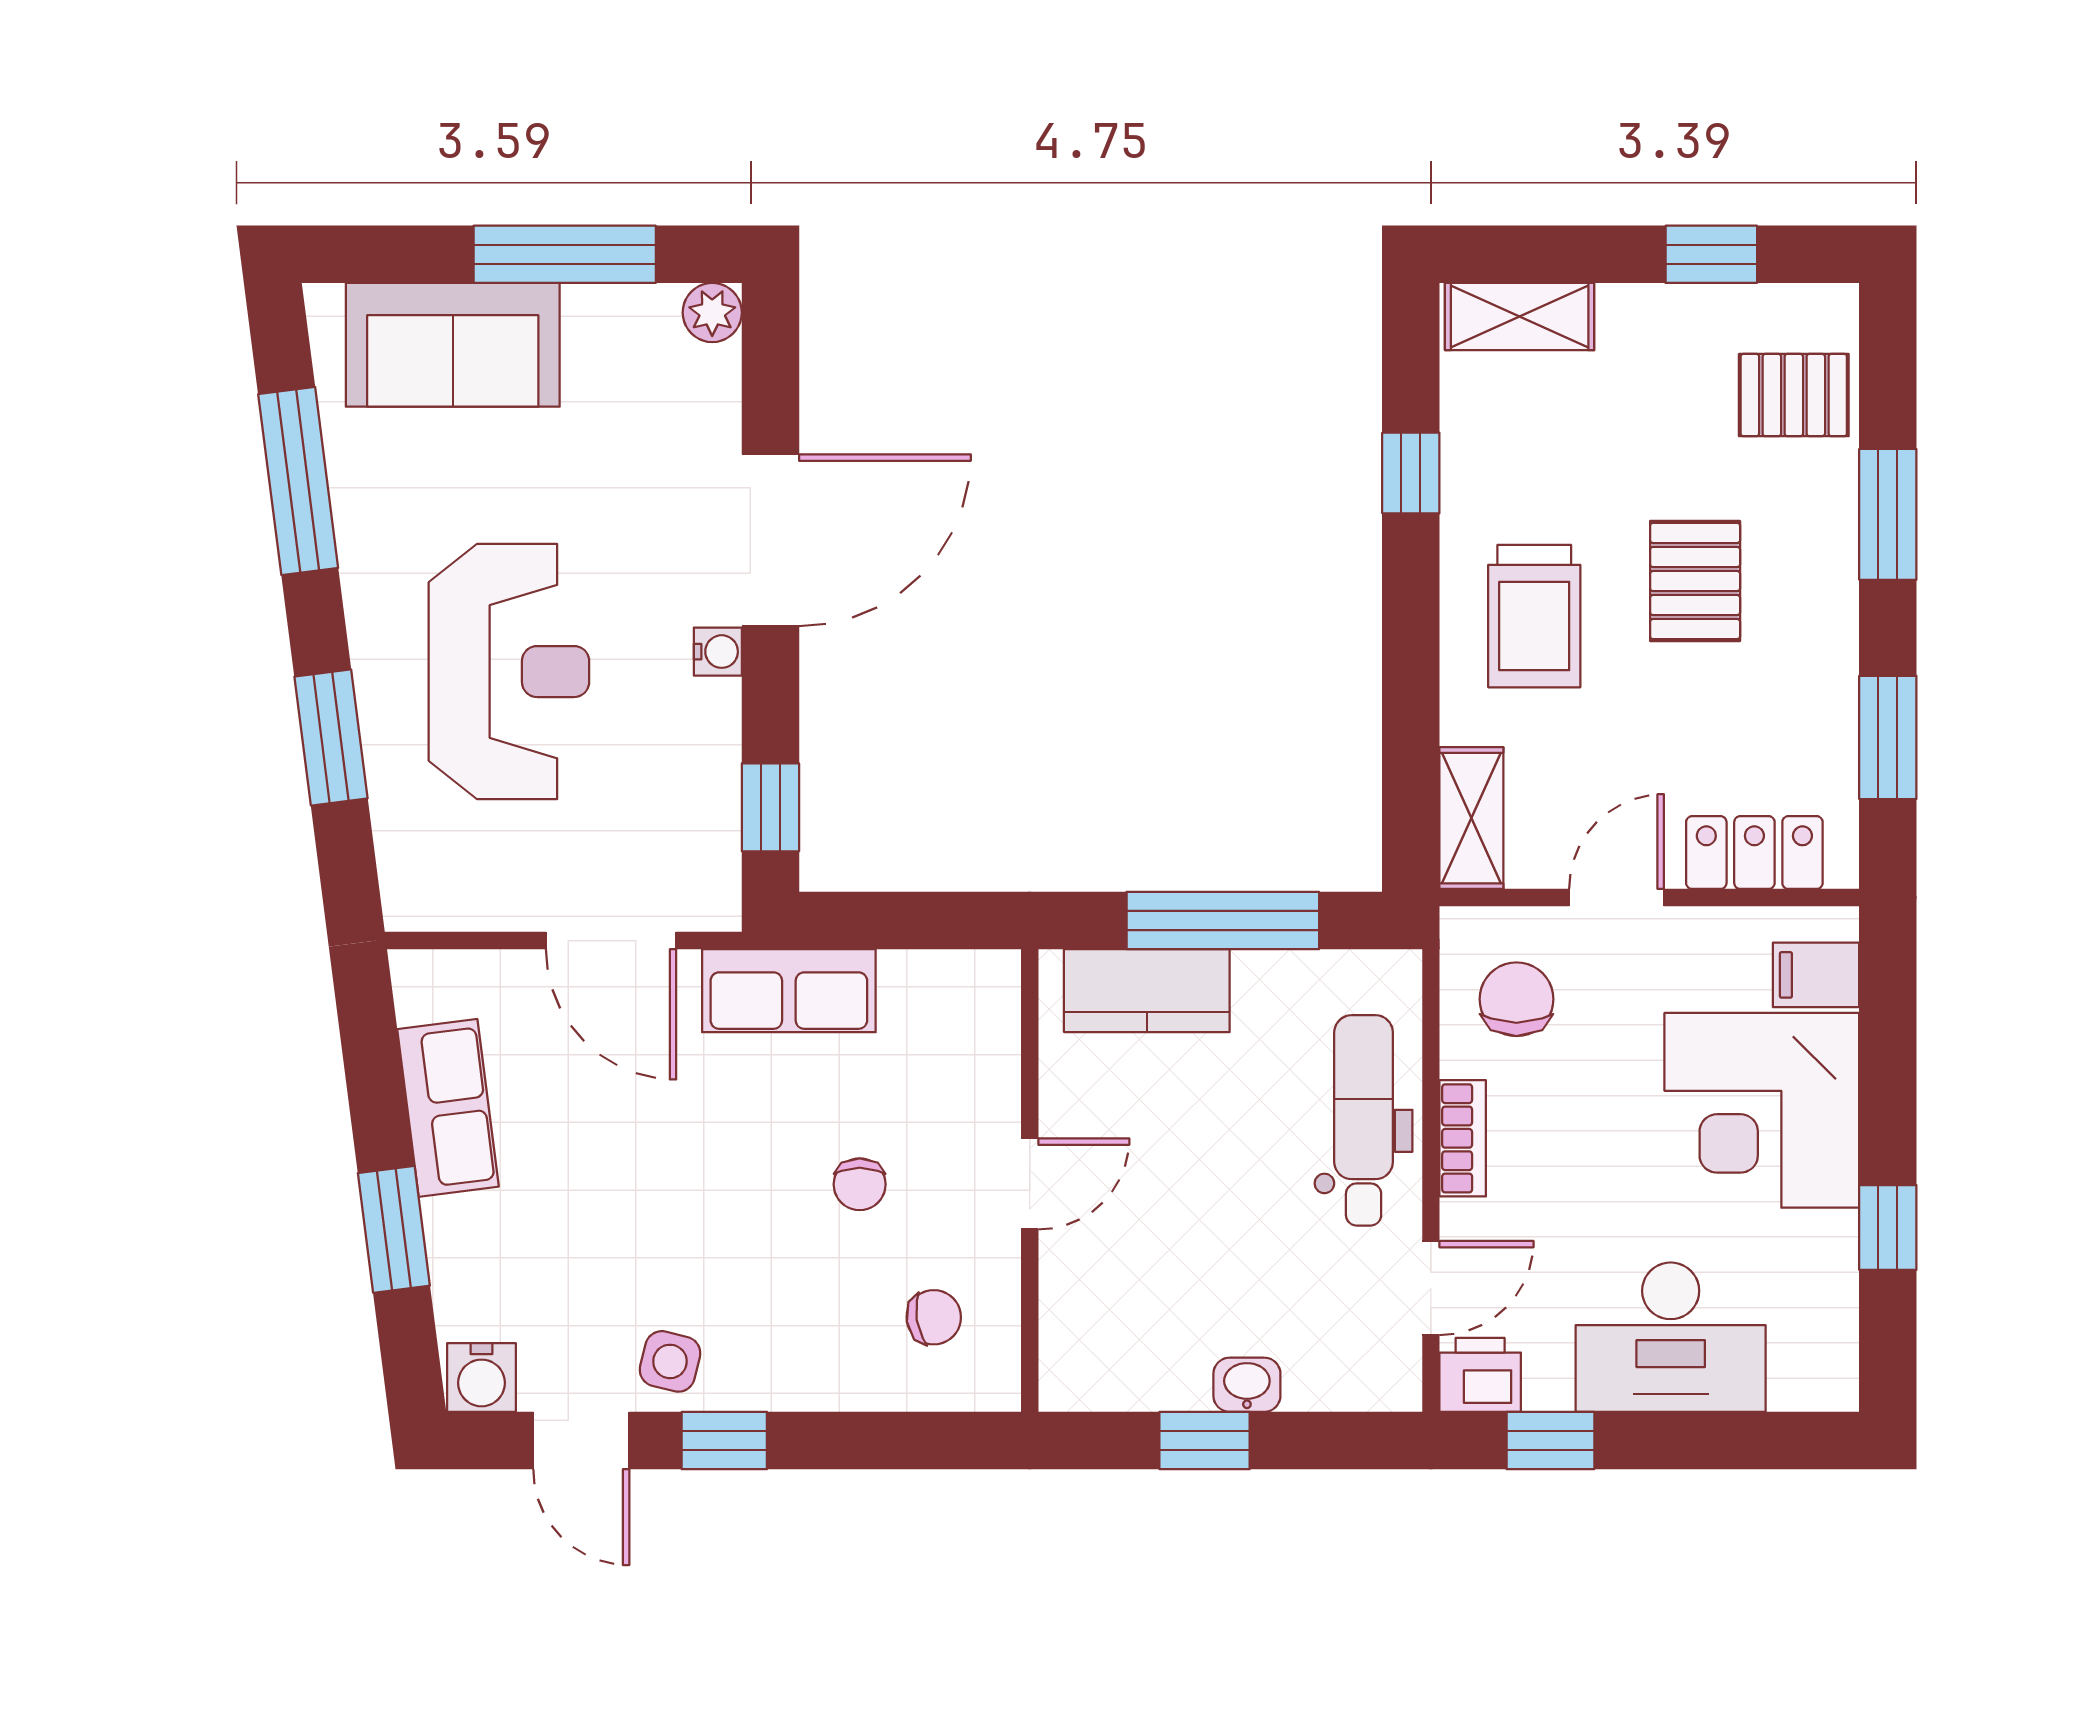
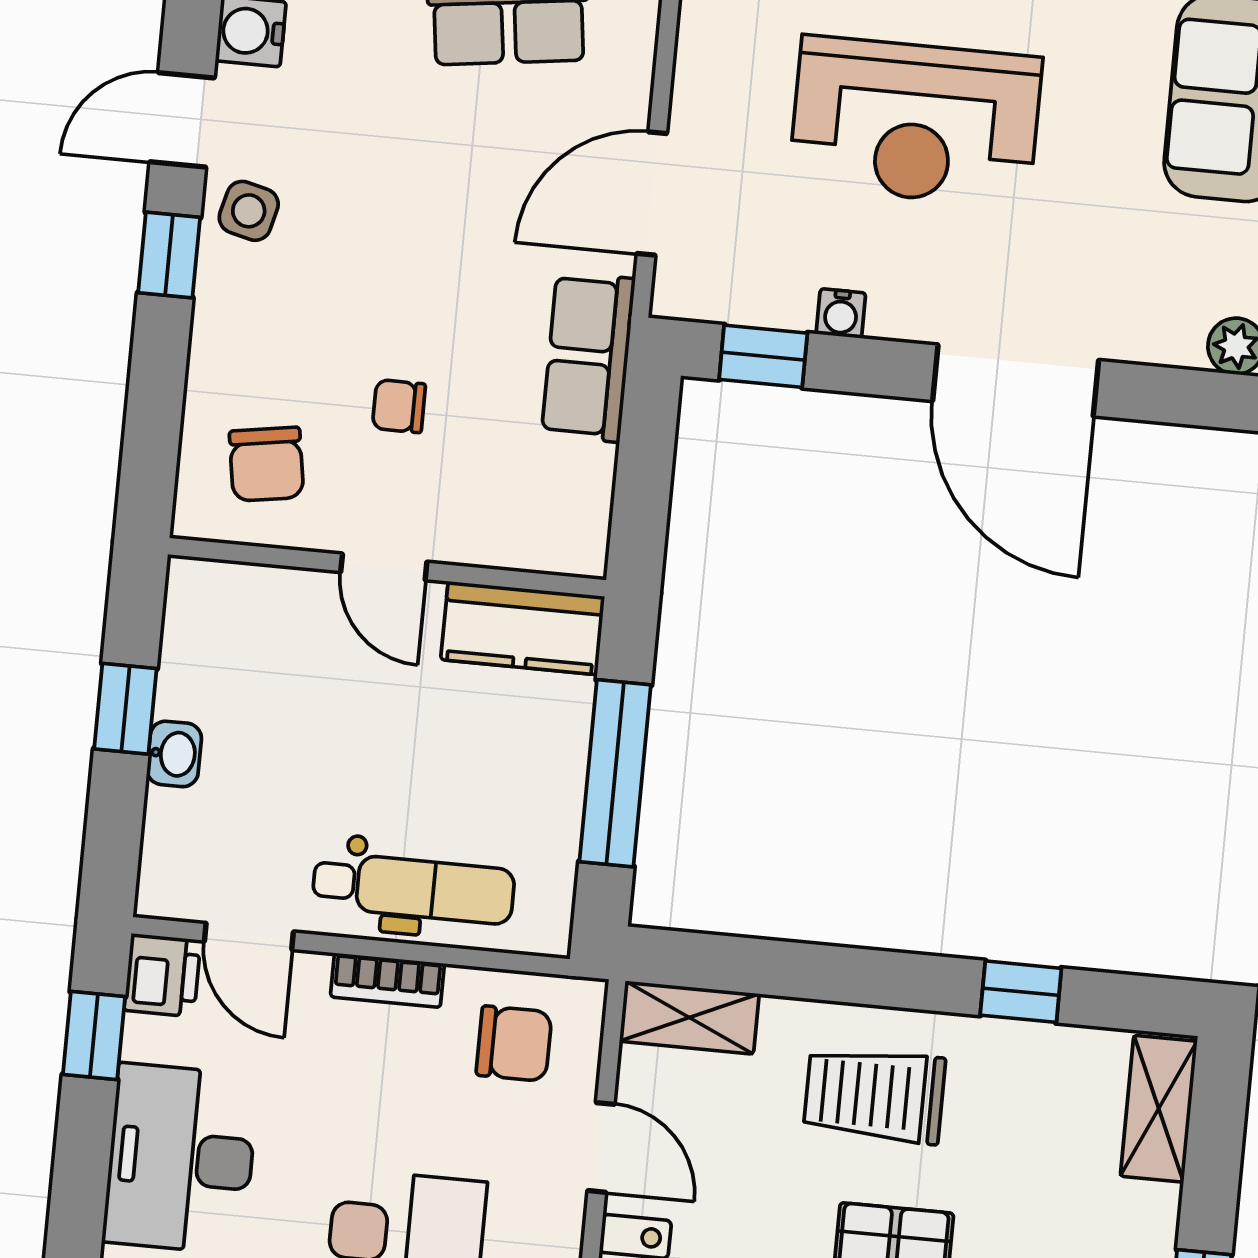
water cooler: (718, 652) -> (841, 313), moved
kitchen counter: (1147, 991) -> (523, 628), moved, turned -90
chair: (934, 1317) -> (266, 464), width x1.37, depth x1.37

